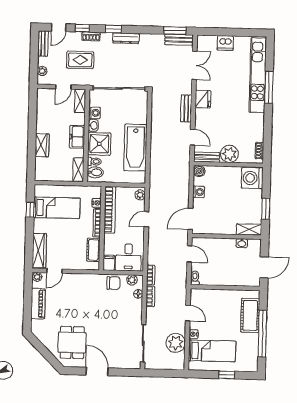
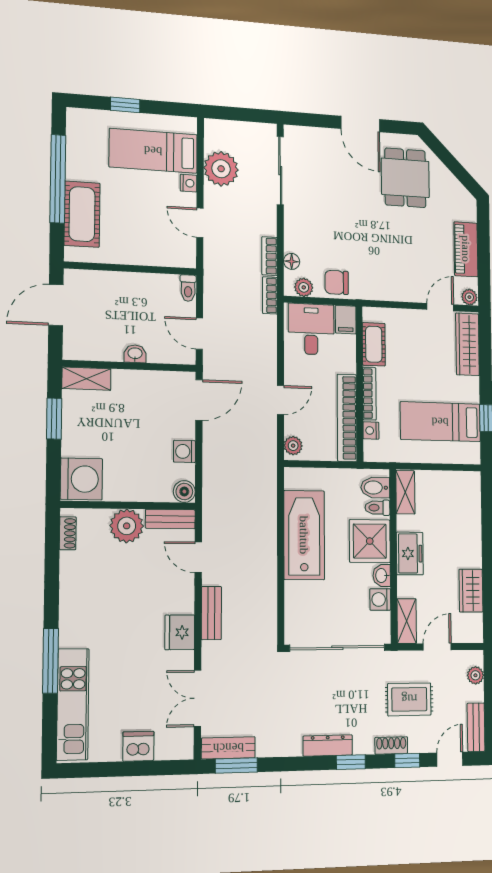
kitchen unit: (258, 75) -> (73, 704), width x0.73
wardrobe: (42, 145) -> (471, 591), moved
washbasin: (242, 243) -> (135, 354), moved

